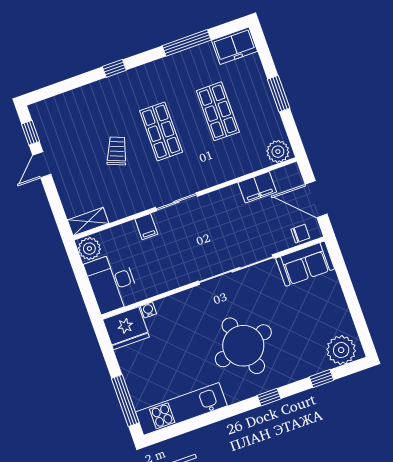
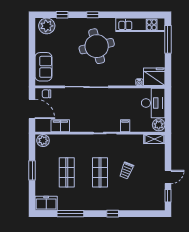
sofa: (305, 264) -> (43, 67), moved, turned 90

